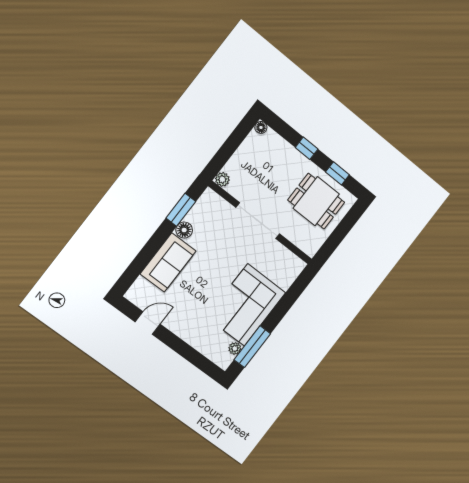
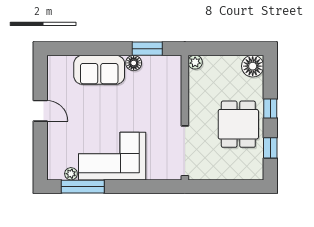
floor lamp: (261, 127) -> (253, 66), width x1.89, depth x1.89
dining table: (316, 201) -> (238, 124), moved
doorway: (258, 221) -> (185, 151), moved
door: (148, 323) -> (40, 111), moved

